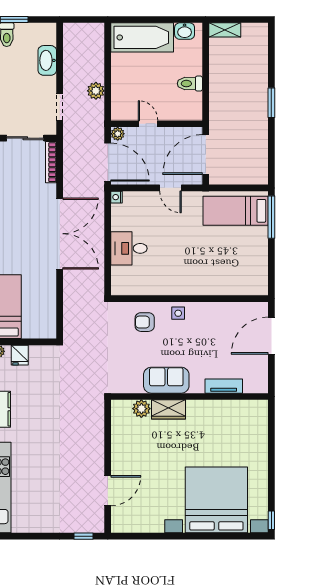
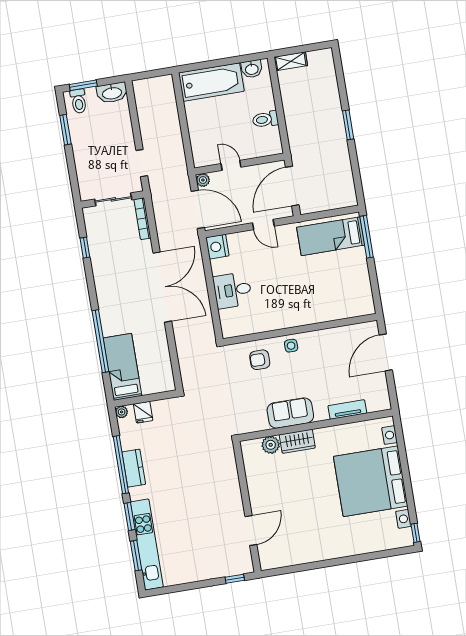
washbasin: (47, 60) -> (112, 93), moved, turned -90
plant: (96, 91) -> (175, 142), removed
nightstand: (117, 197) -> (217, 247), width x1.89, depth x1.79
bed with nightstands: (216, 500) -> (371, 481), moved, turned -90

